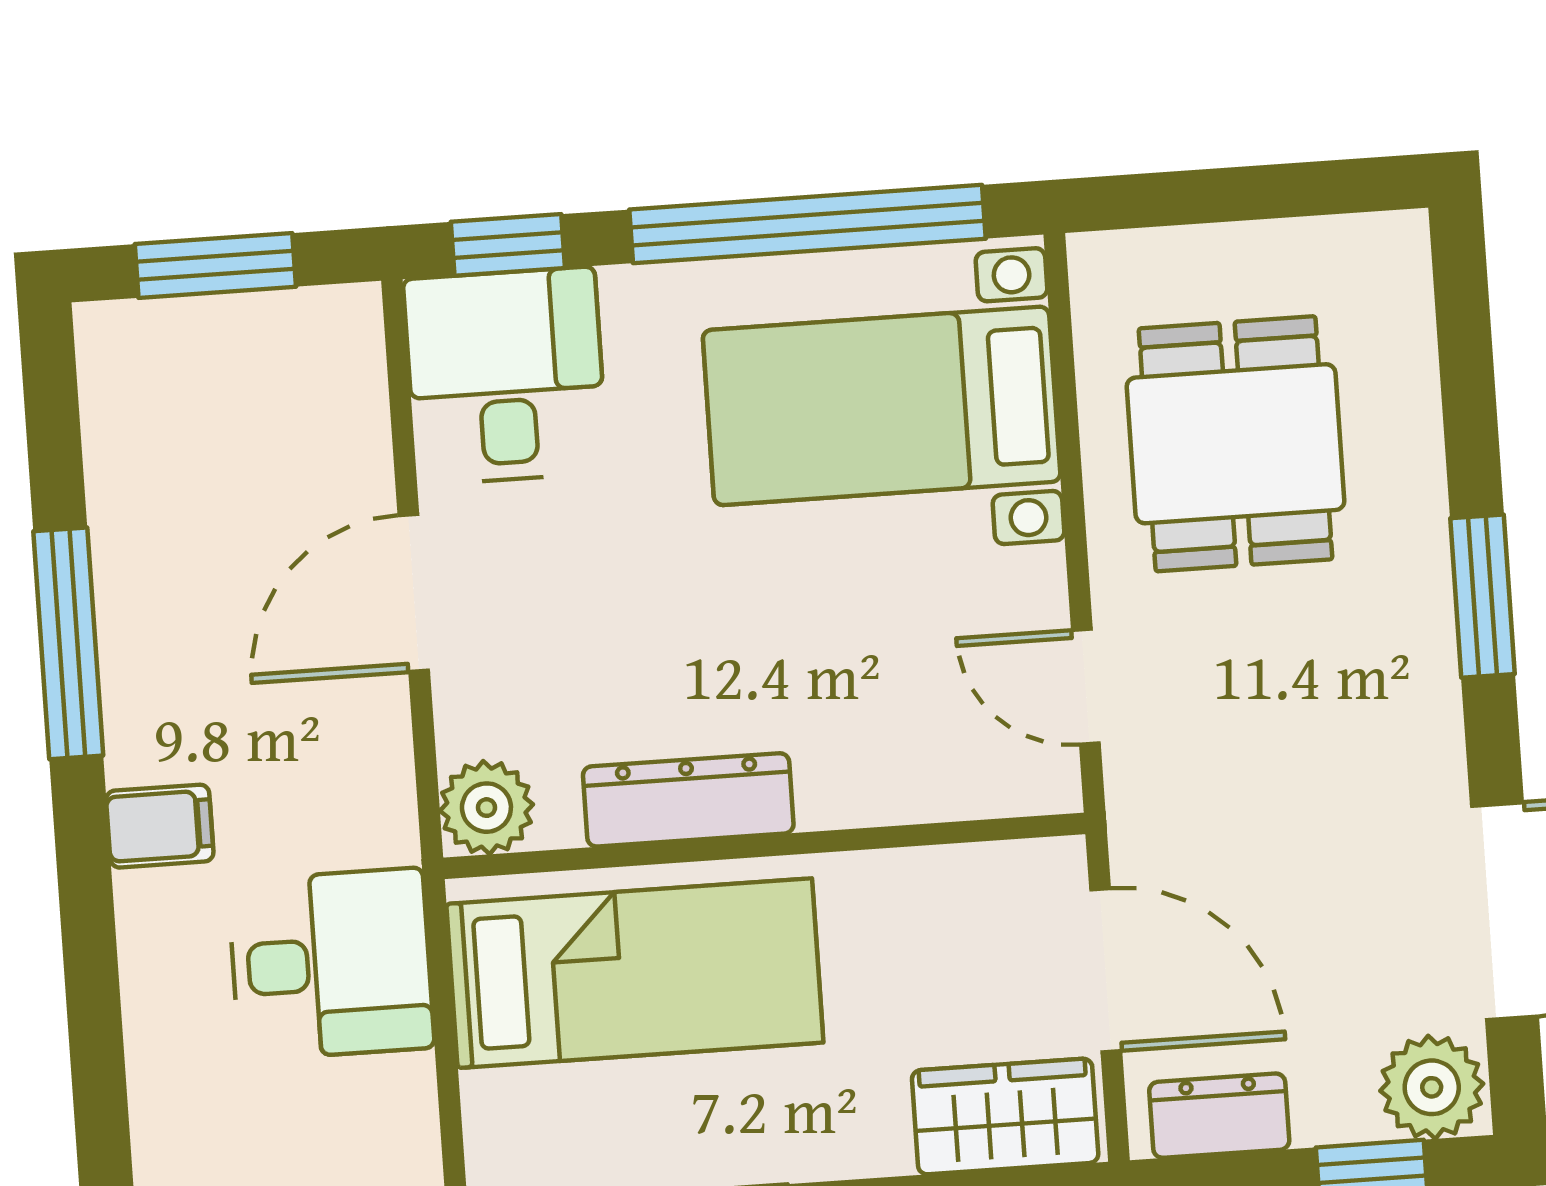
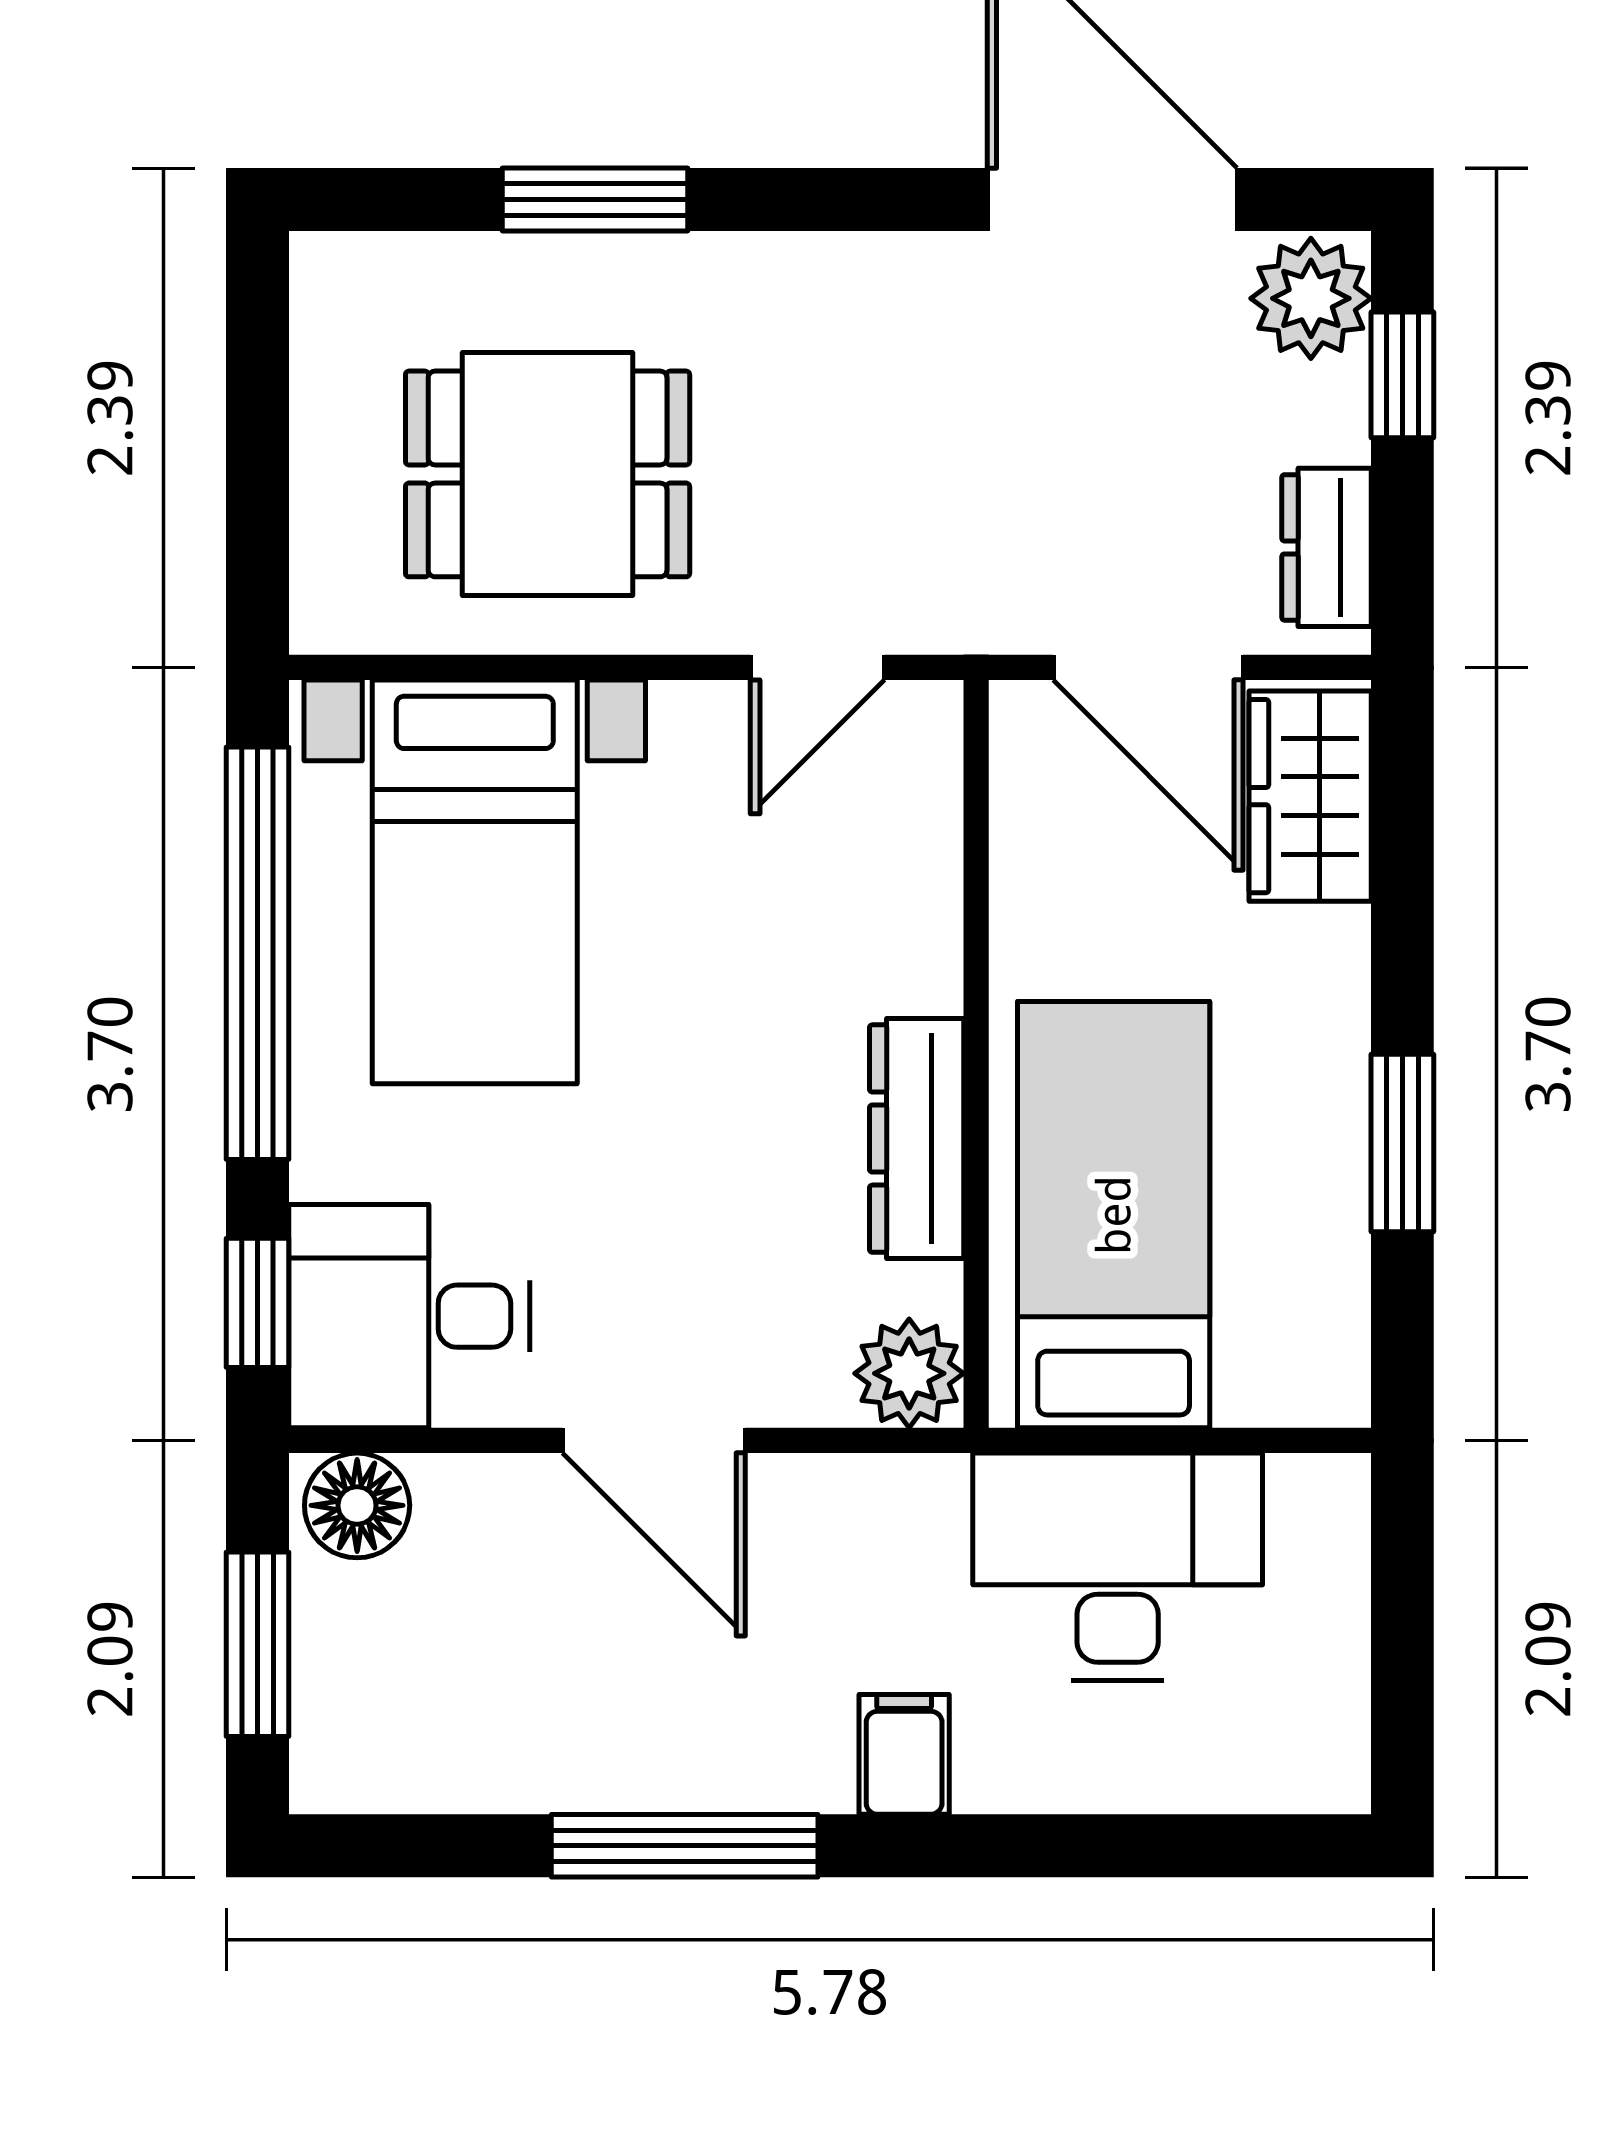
floor lamp: (340, 342) -> (357, 1505), added
window: (1483, 596) -> (595, 199), moved
desk: (331, 964) -> (1118, 1567), width x1.37
door: (1106, 970) -> (1148, 667), swing flipped

